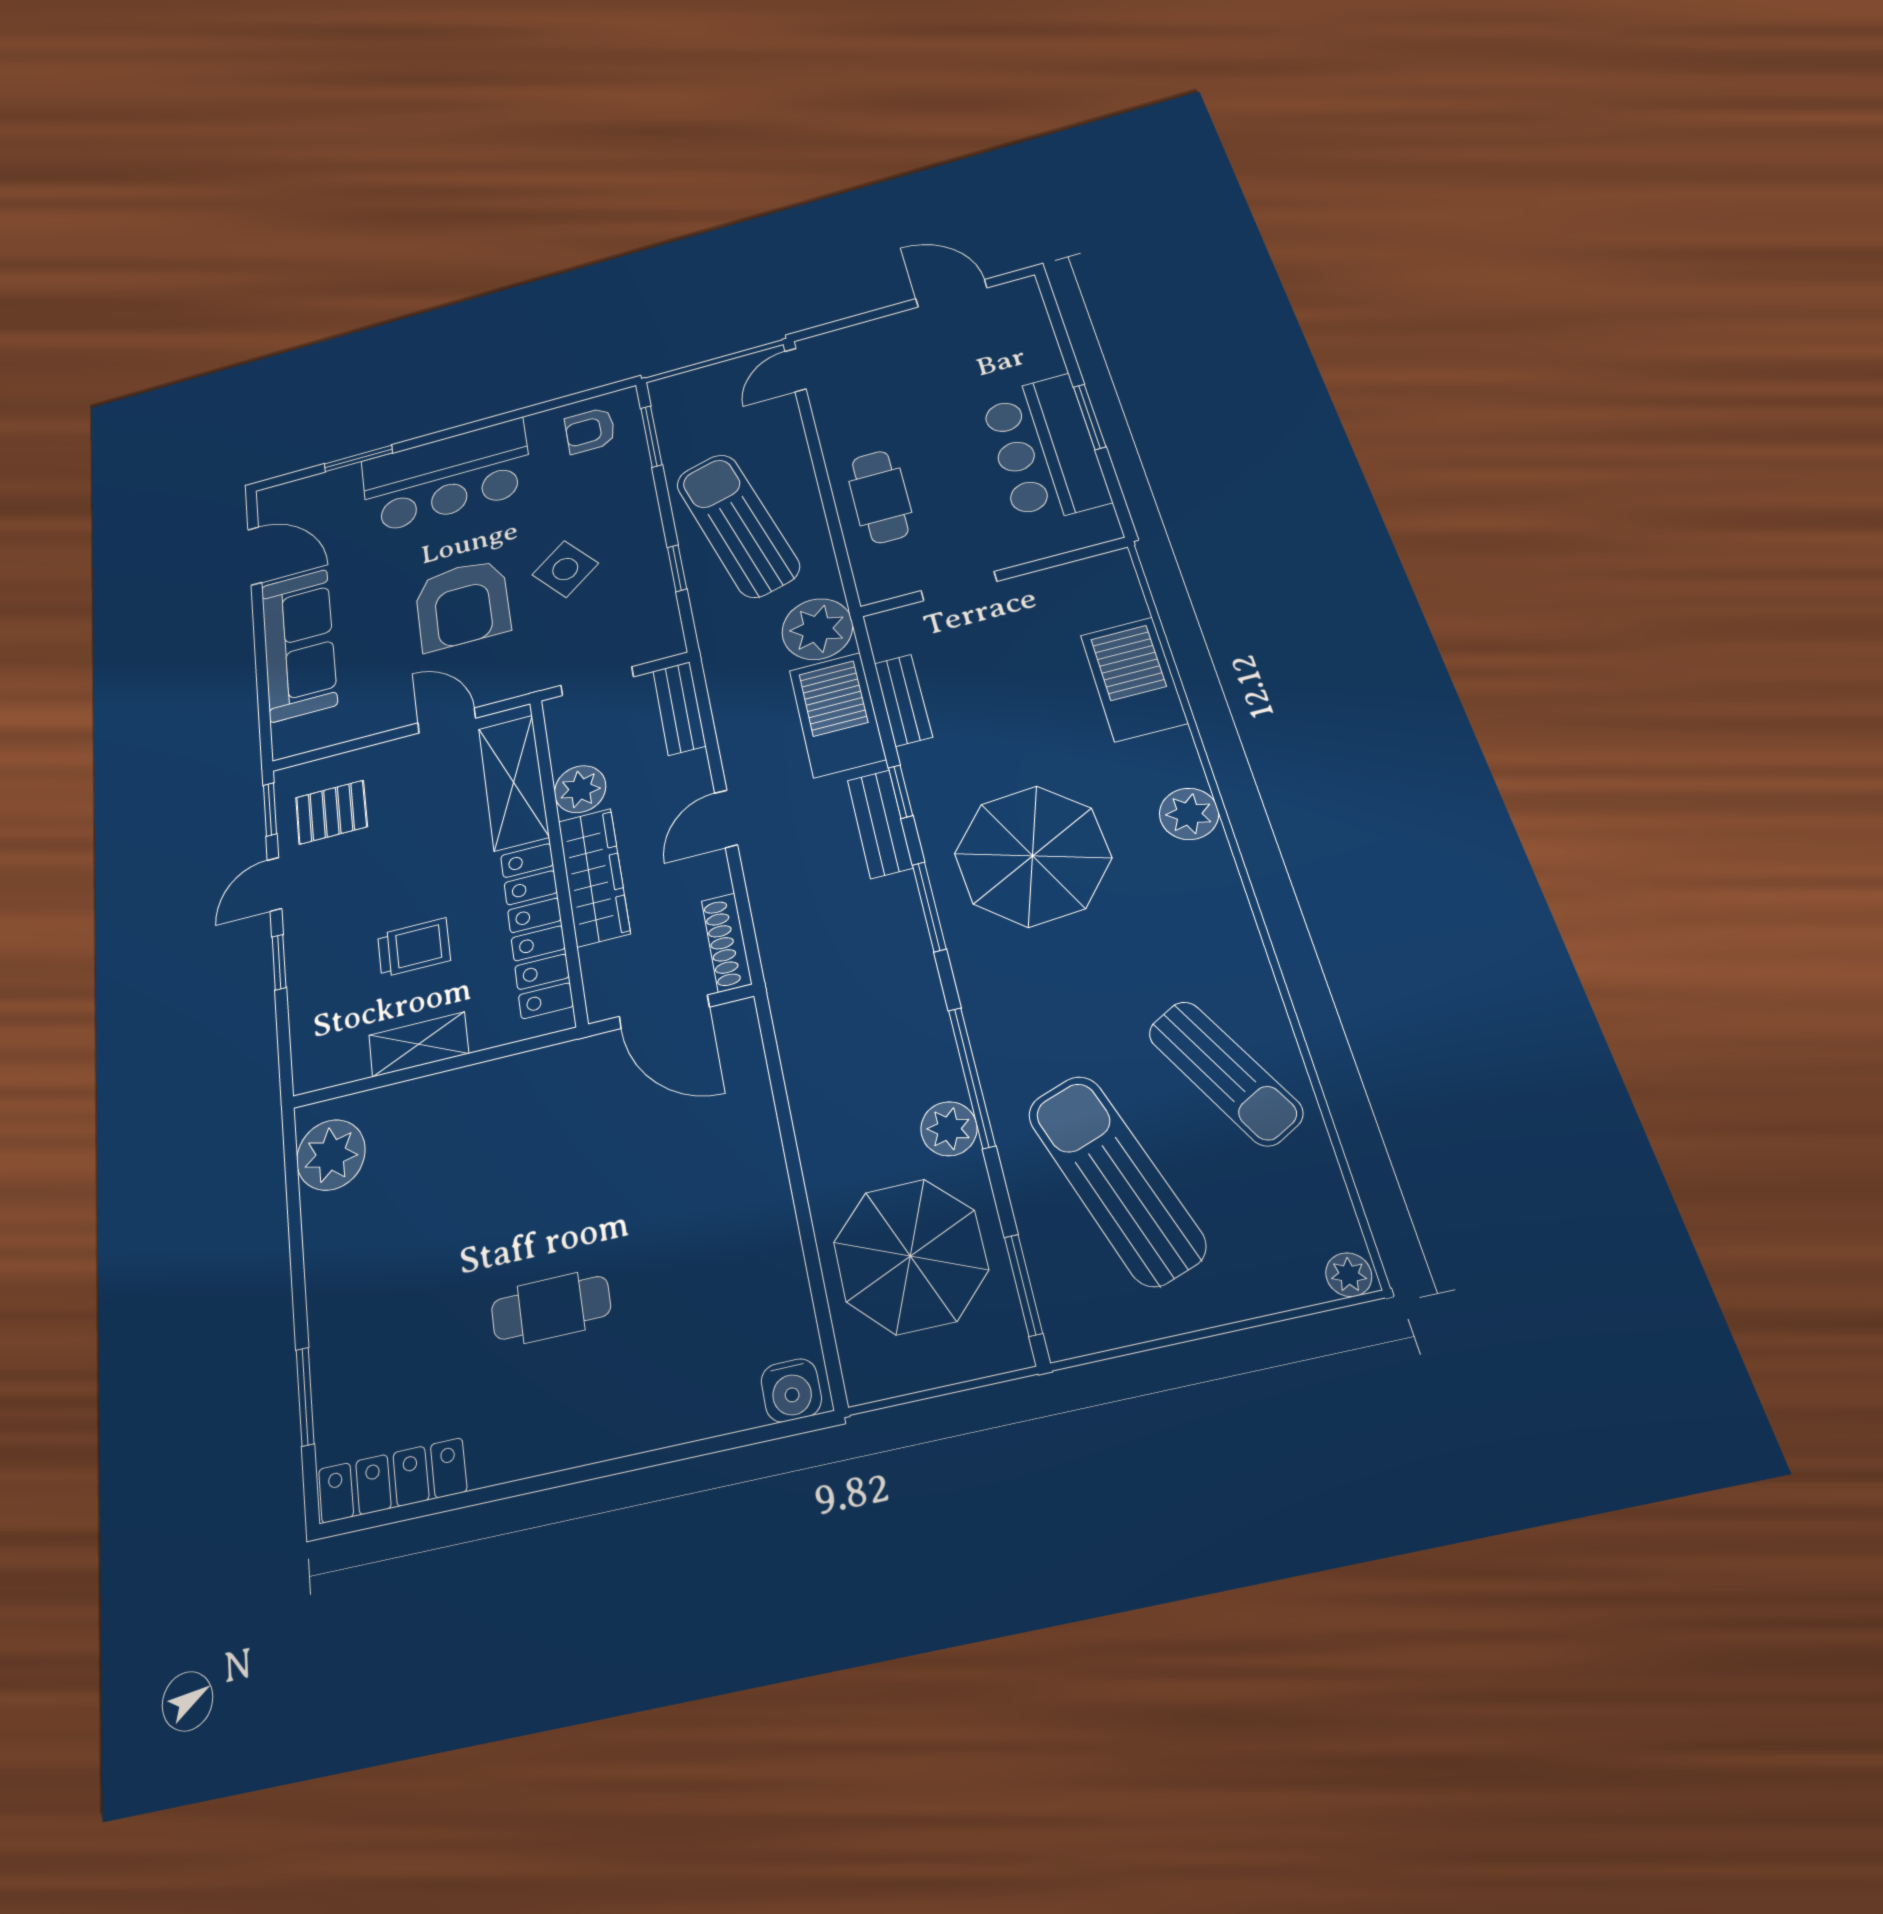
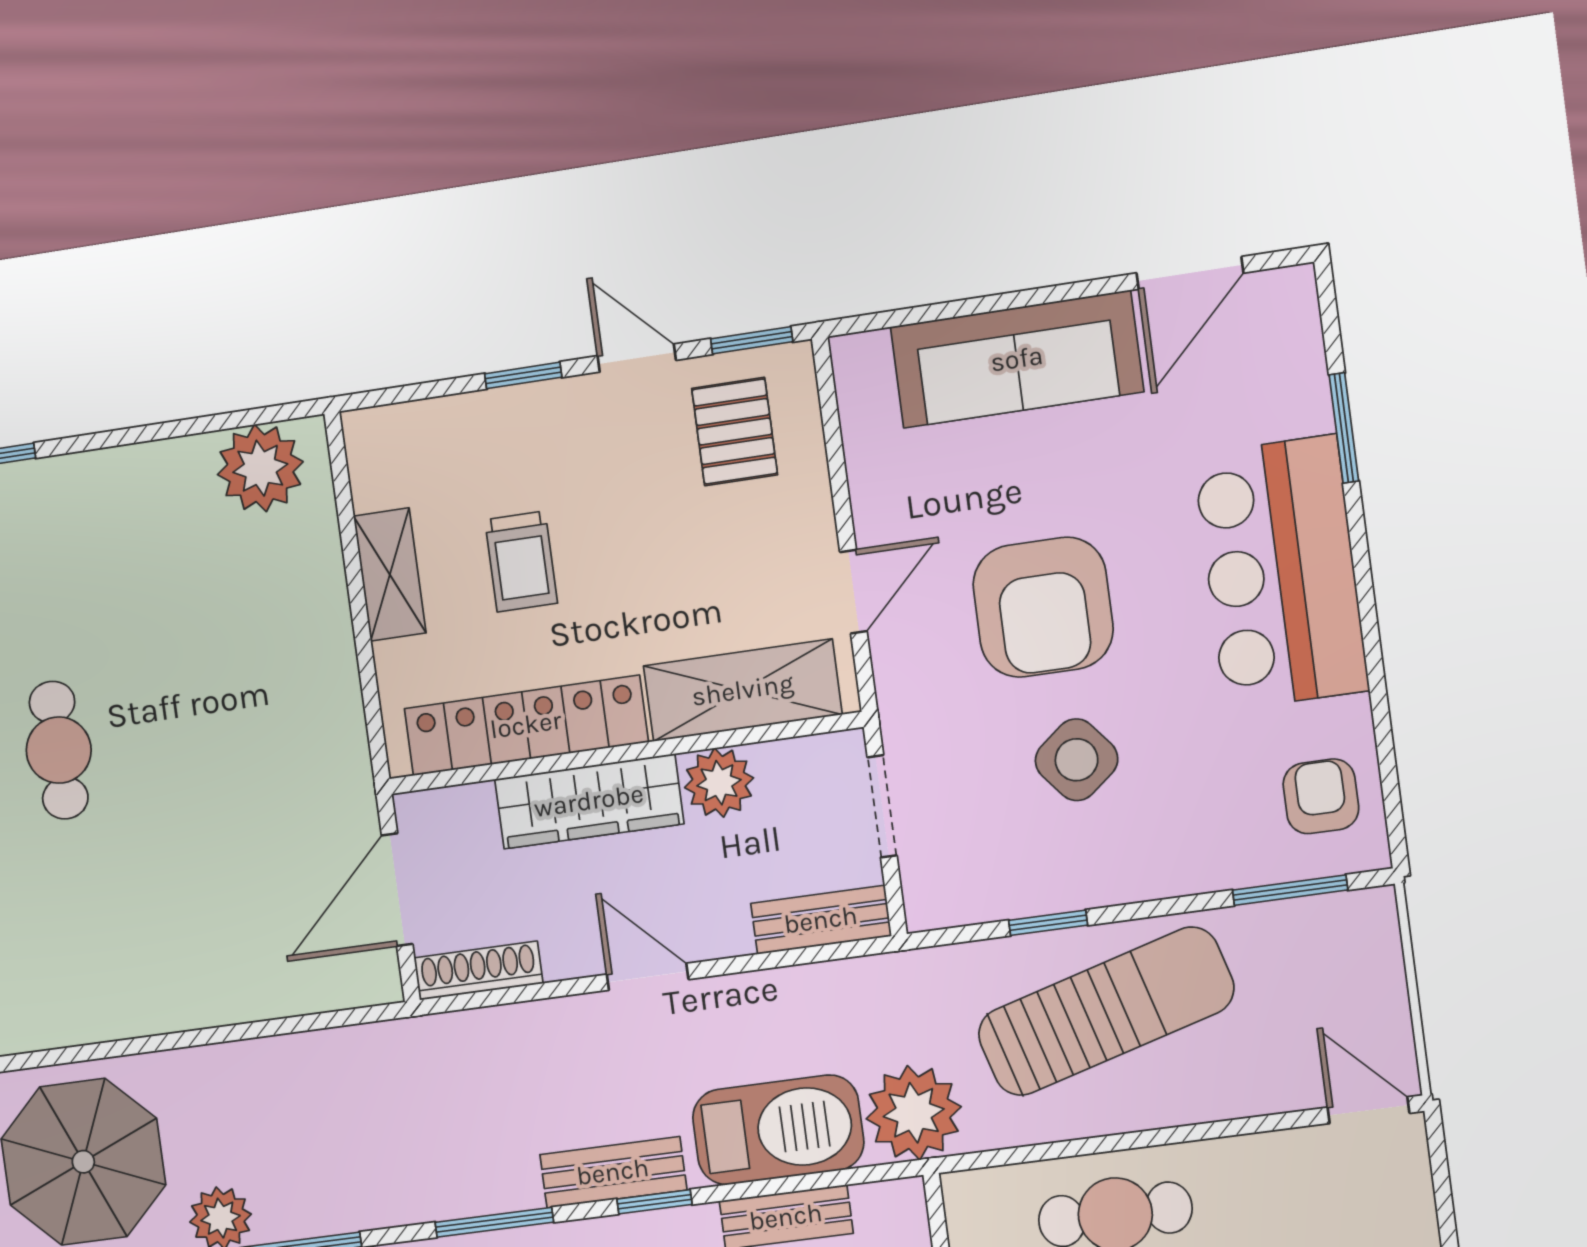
armchair: (462, 604) -> (1043, 607), turned -90

